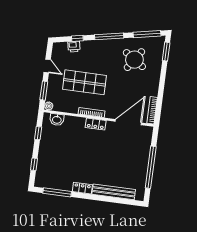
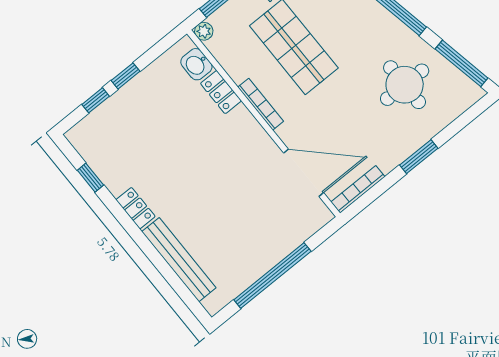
window: (166, 52) -> (419, 157), moved
round table: (134, 60) -> (405, 85), turned -34
locker: (96, 124) -> (221, 92), moved
window: (38, 133) -> (126, 76), moved
window: (57, 192) -> (90, 178), width x0.46

